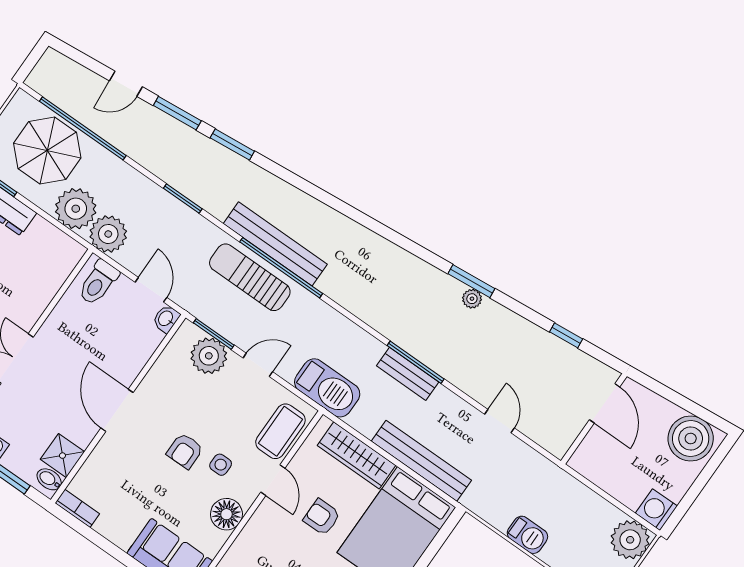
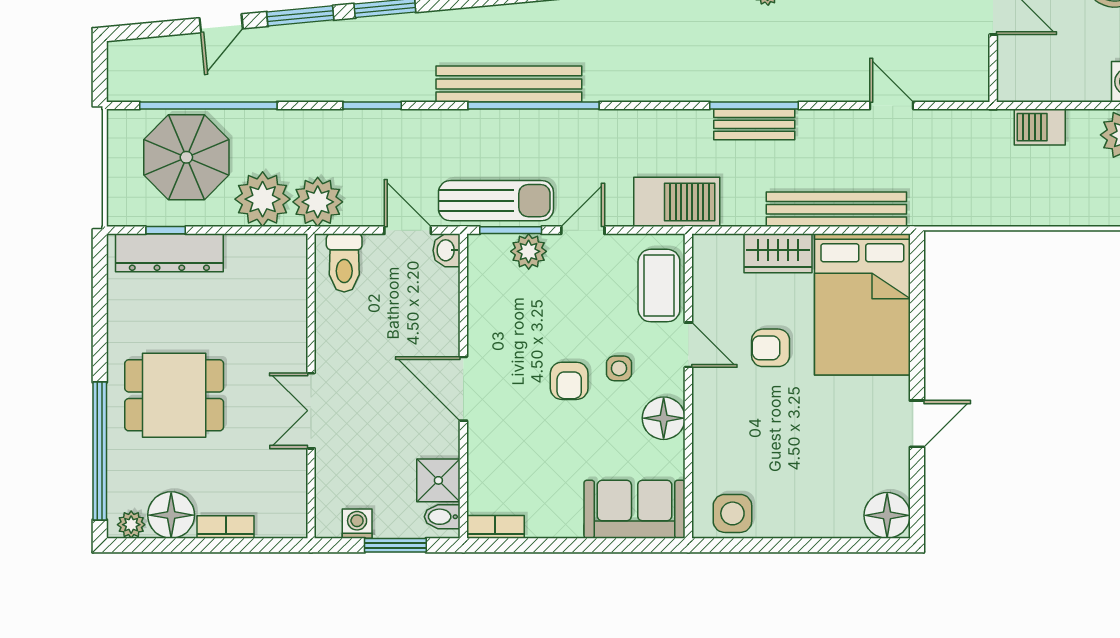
sun lounger: (250, 277) -> (496, 201), moved, turned 180
plant: (209, 356) -> (529, 251), width x0.73, depth x0.73
wardrobe: (357, 455) -> (778, 253), width x0.67
barbecue: (527, 535) -> (1040, 127), moved, turned 180

